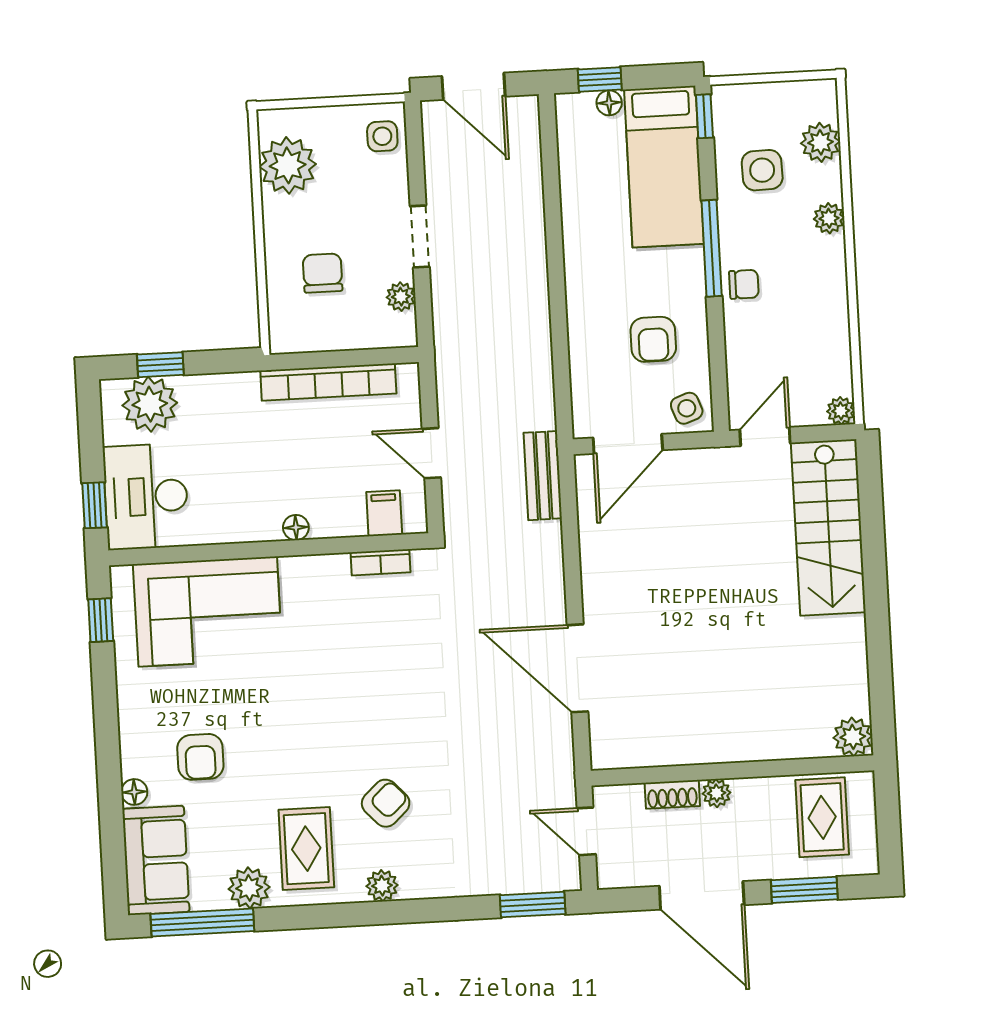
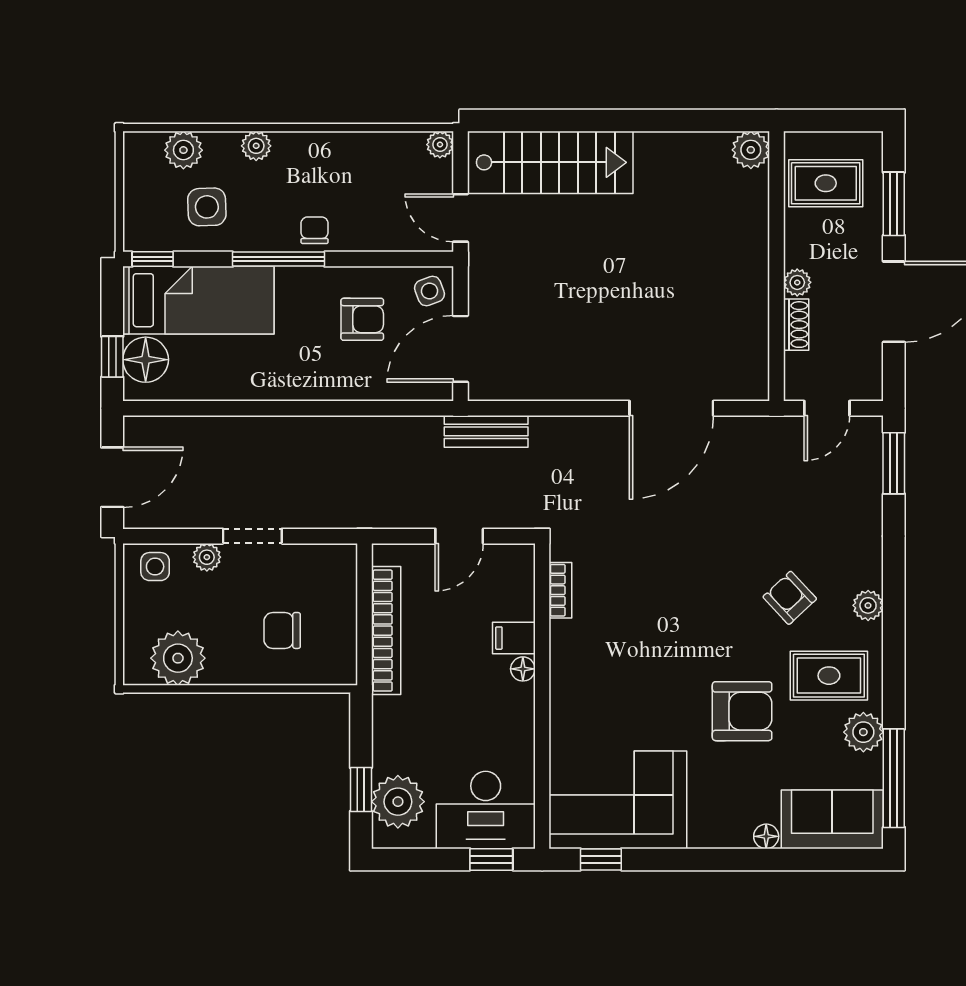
floor lamp: (609, 103) -> (146, 360), width x1.89, depth x1.89
plant: (401, 297) -> (207, 557), moved
door: (628, 444) -> (460, 349), swing flipped
filing cabinet: (384, 513) -> (514, 638), moved
corner sofa: (208, 612) -> (618, 800), moved, turned -90
armchair: (200, 757) -> (742, 711), moved, width x1.38, depth x1.38

